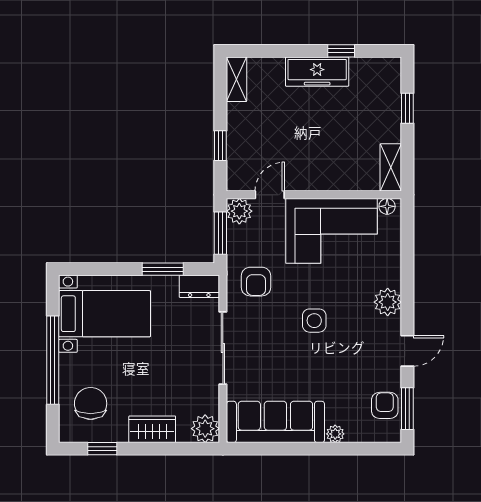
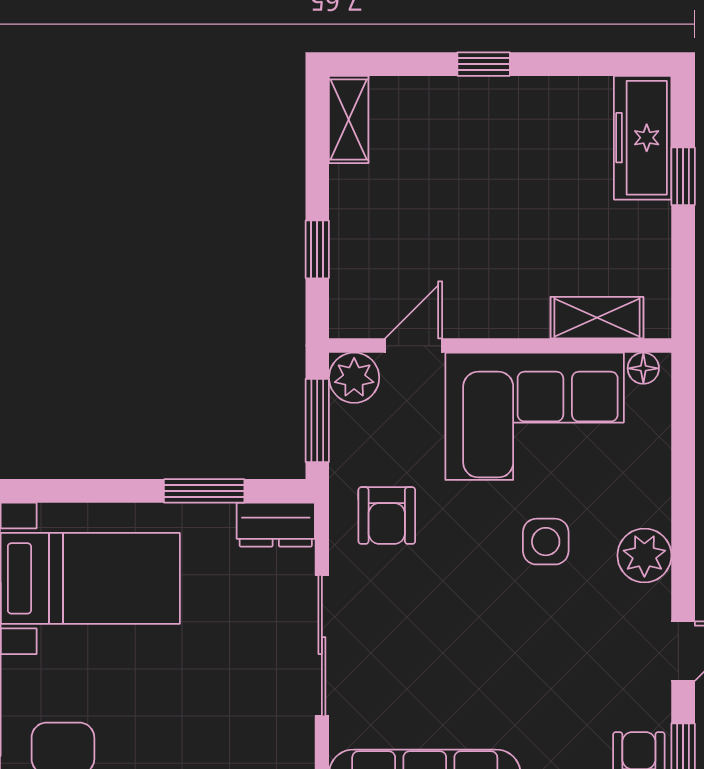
window: (341, 51) -> (484, 64), moved
freezer: (317, 72) -> (643, 138), moved, turned 90
shelving: (391, 167) -> (597, 318), moved, turned 90
side table: (314, 321) -> (546, 542), moved

